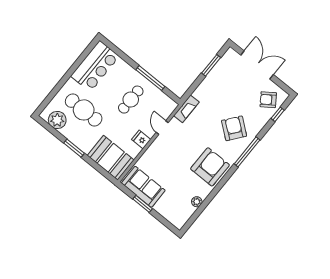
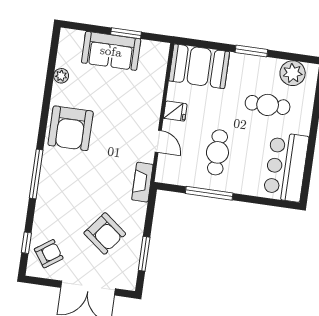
cafe table: (84, 110) -> (268, 105), width x0.73, depth x0.74
armchair: (234, 128) -> (105, 233), moved
sofa: (143, 187) -> (111, 51), moved

